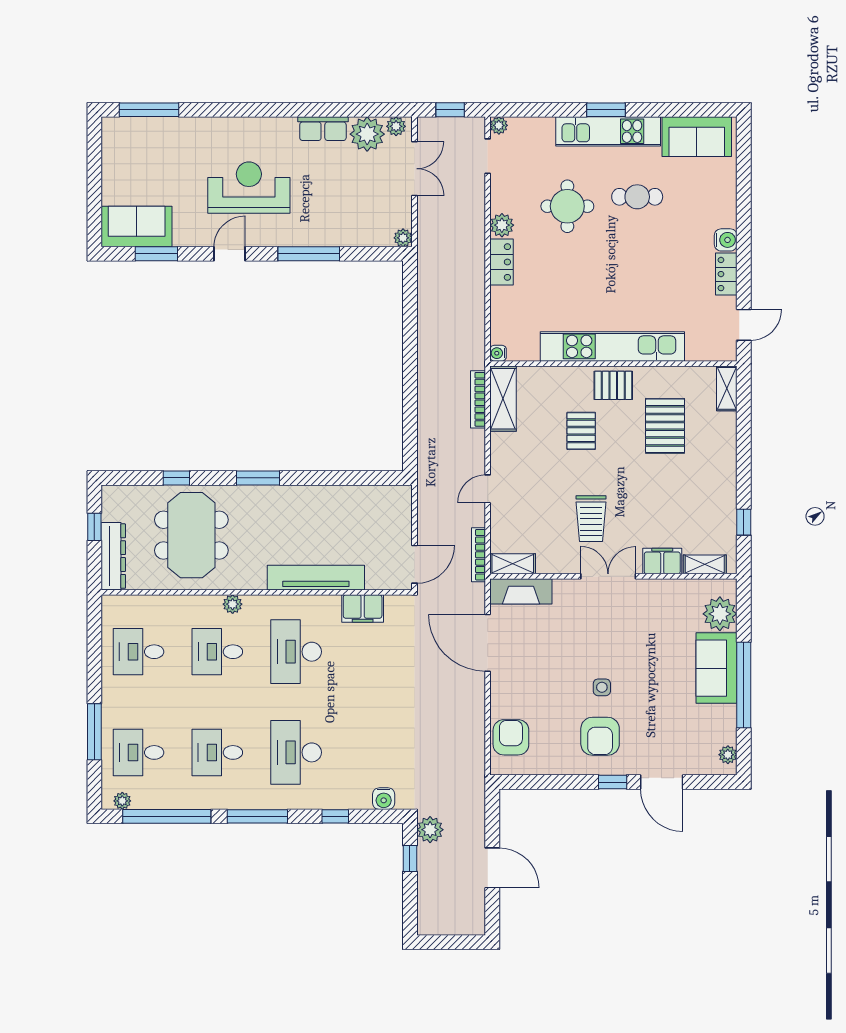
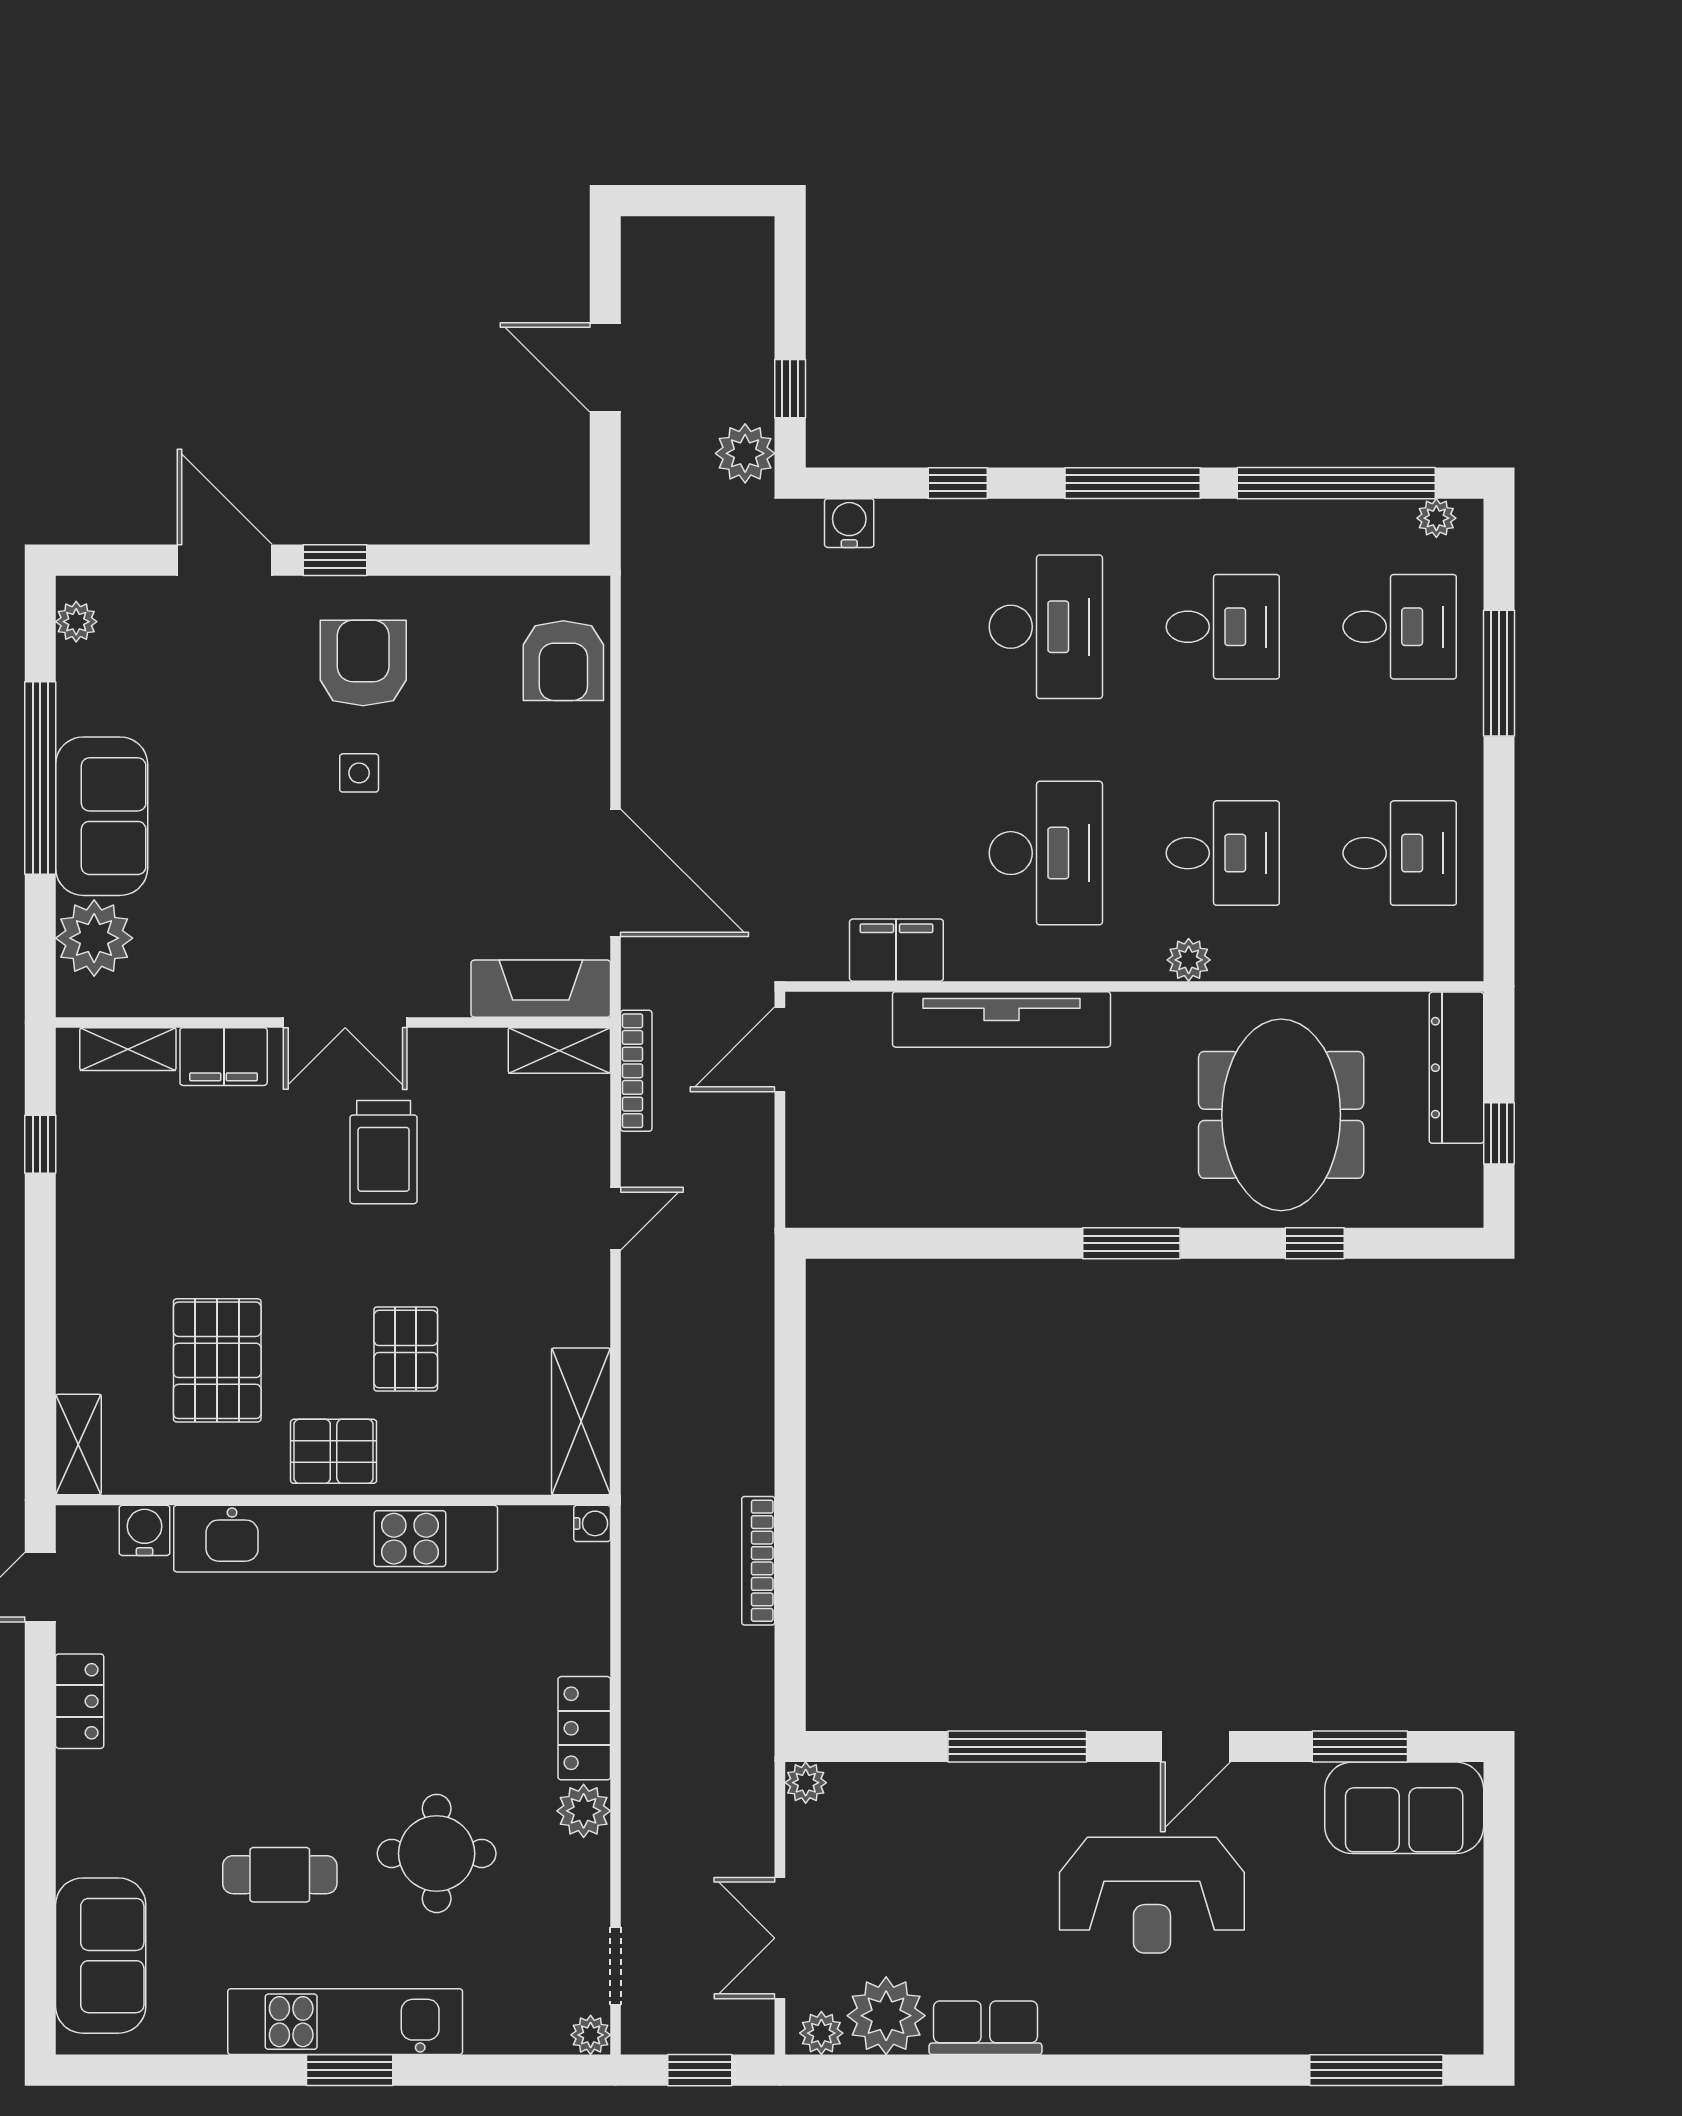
sofa: (697, 137) -> (101, 1956), moved, turned 90
water cooler: (726, 240) -> (145, 1530), moved, turned 90
bookcase: (478, 399) -> (758, 1561), moved, turned 180
trolley: (591, 519) -> (384, 1152), turned 180

